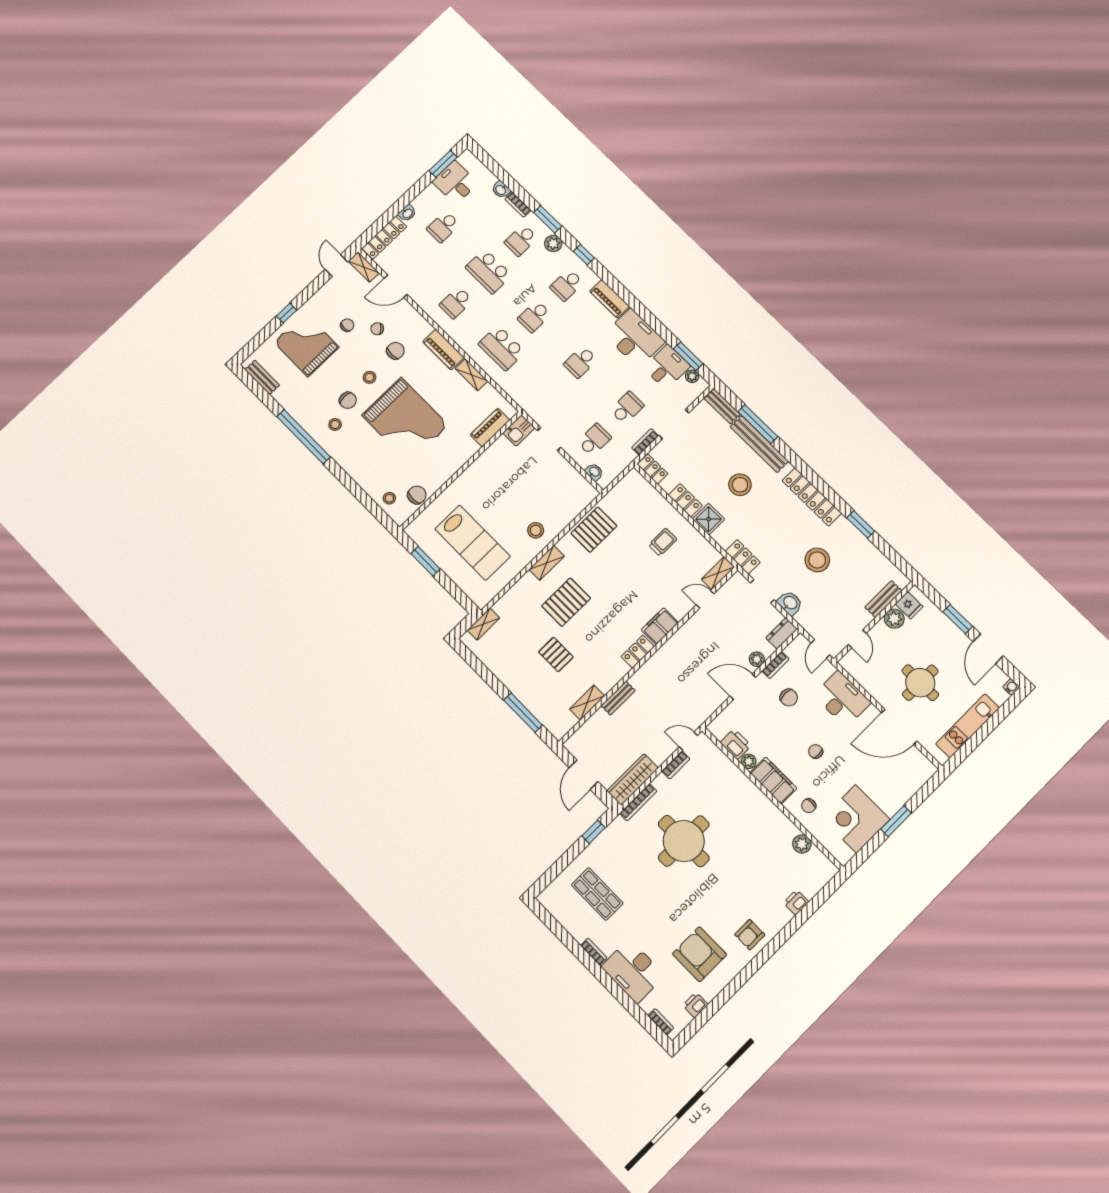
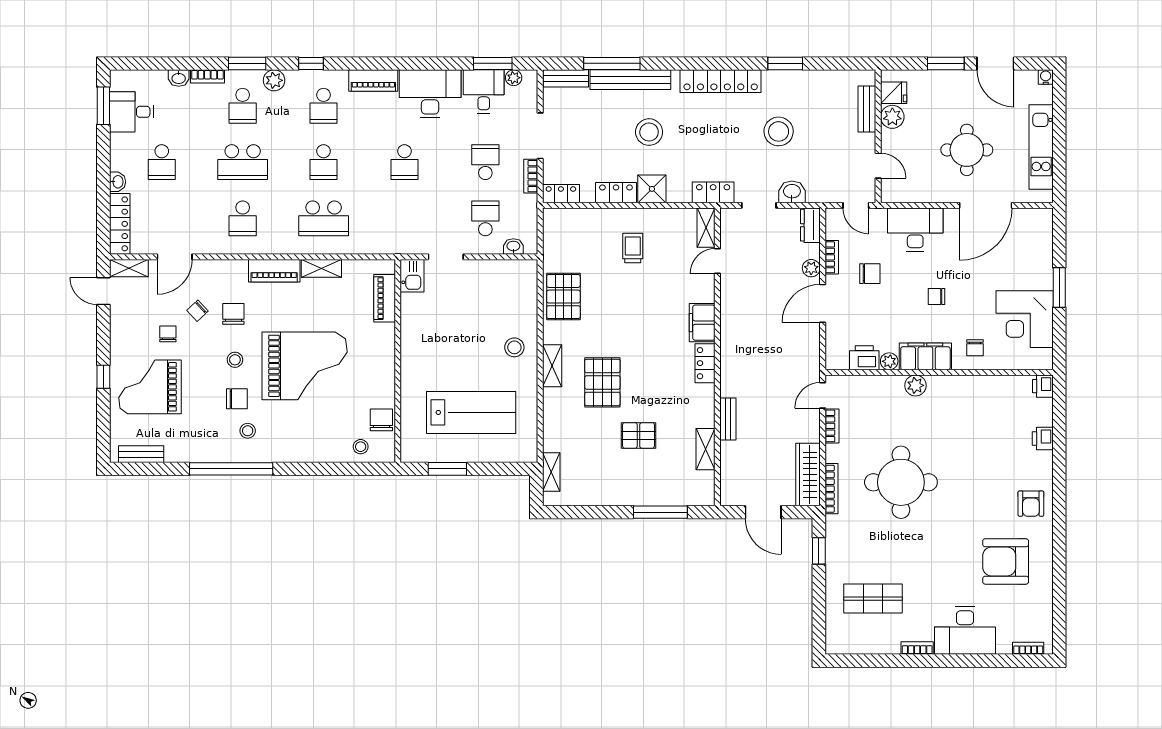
plant: (802, 844) -> (915, 385), moved
printer: (695, 1005) -> (1043, 386), moved

